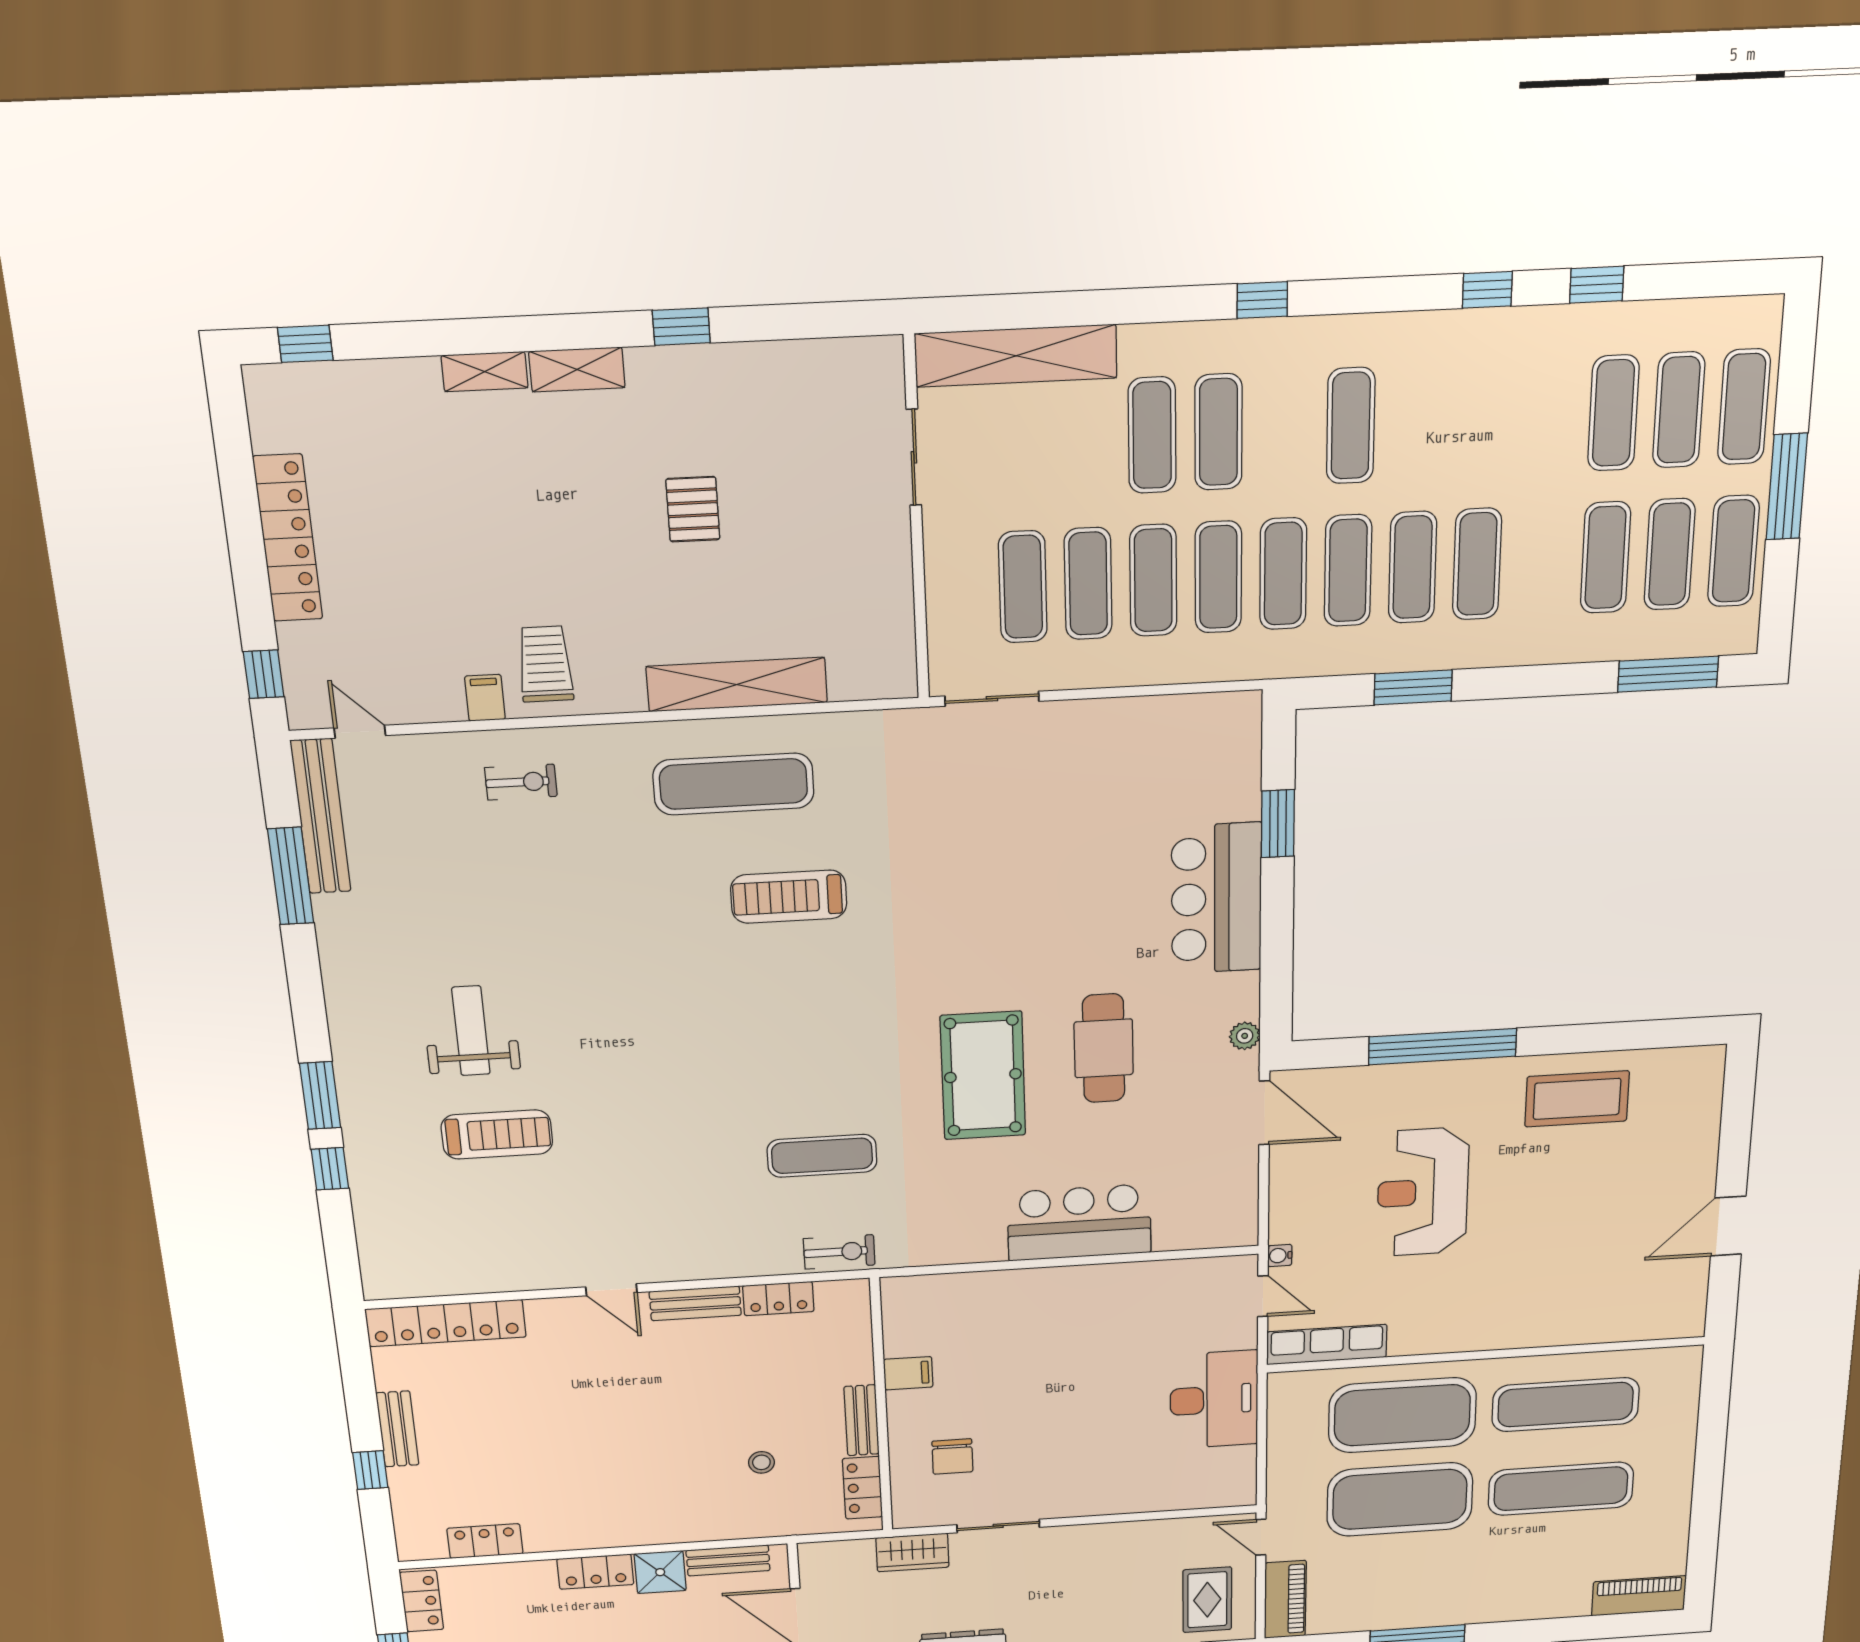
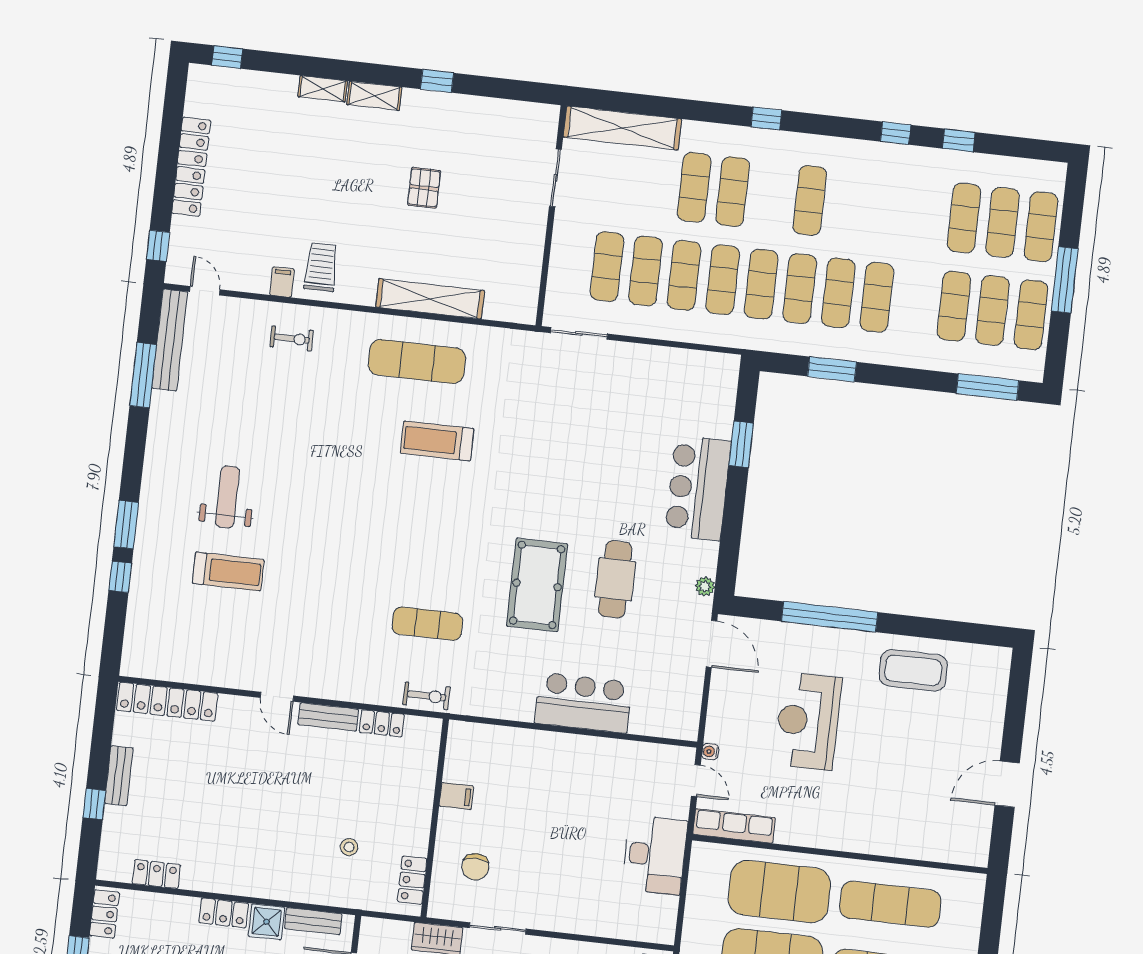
bench: (862, 1420) -> (420, 827), removed

